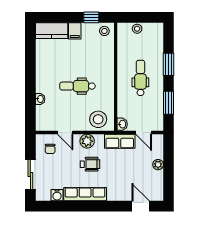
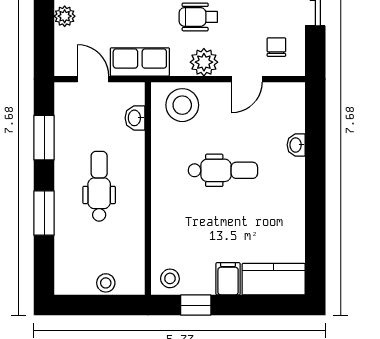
dental chair: (140, 78) -> (99, 186), turned 180
washbasin: (122, 124) -> (135, 118), moved
door: (65, 133) -> (247, 79), swing flipped

